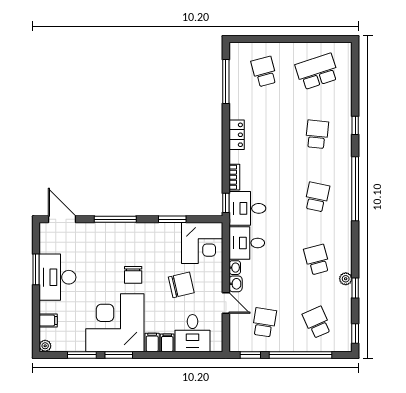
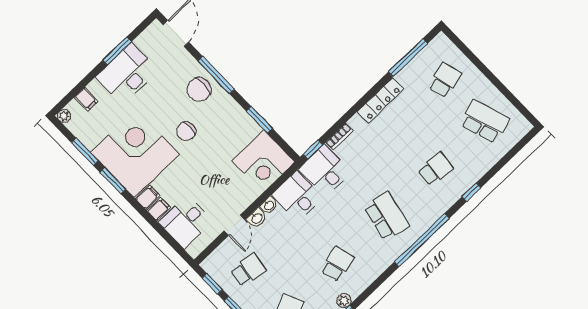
locker: (237, 135) -> (380, 100), width x1.53
school desk: (317, 197) -> (386, 216), width x1.85
chair: (181, 285) -> (199, 89), moved, turned 104

